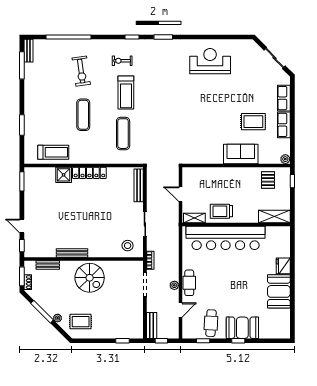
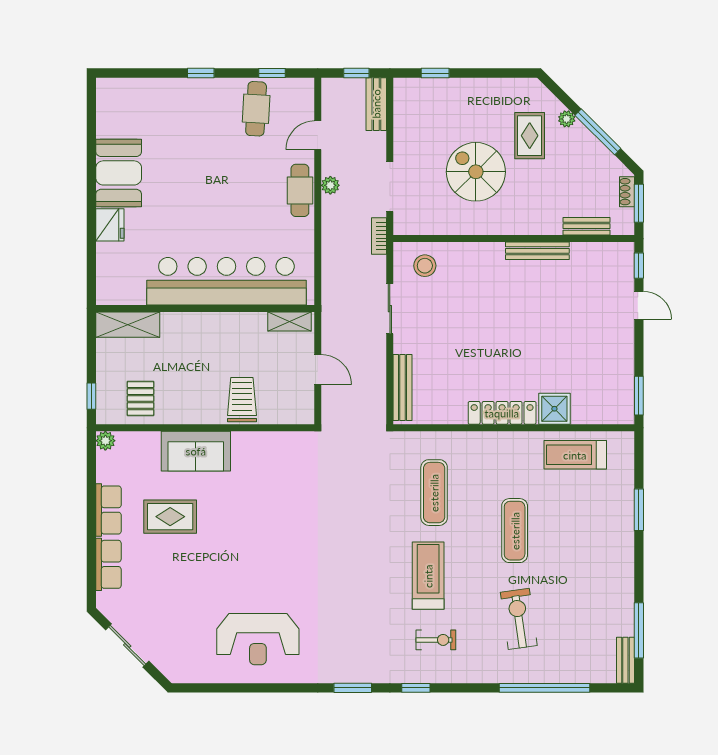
trolley: (221, 211) -> (242, 400), moved, turned -90
spiral stairs: (90, 278) -> (476, 172), moved
rug: (81, 322) -> (530, 136), moved, turned 90
booth: (242, 328) -> (192, 99), removed

